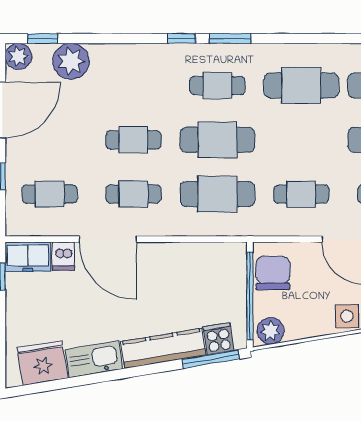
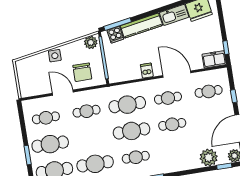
dishwasher: (64, 256) -> (147, 71), moved
chair: (273, 273) -> (82, 72), moved

